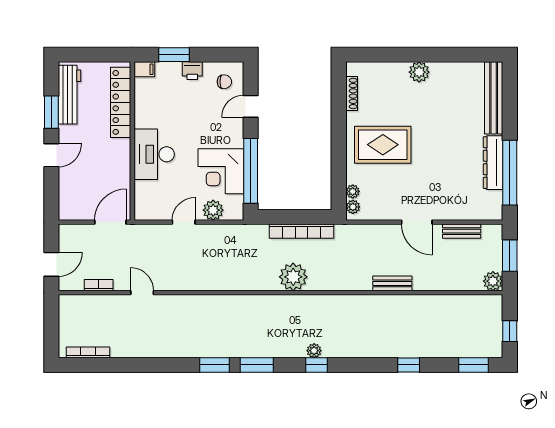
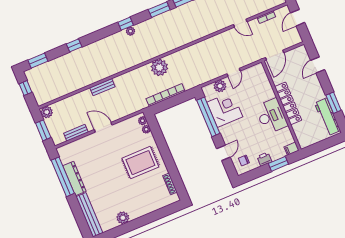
plant: (419, 72) -> (123, 218), moved
locker: (121, 102) -> (288, 103), moved
desk: (154, 154) -> (271, 116), moved
door: (51, 155) -> (318, 65), moved

